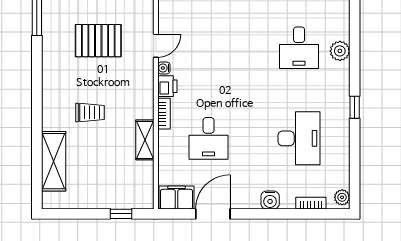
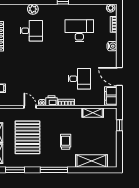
pallet: (98, 41) -> (27, 137), width x1.37, depth x1.41
window: (37, 91) -> (54, 170), added
shelving: (145, 140) -> (93, 113), moved

